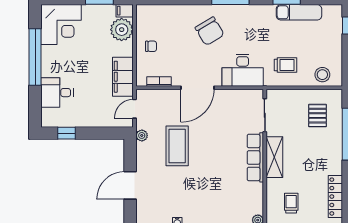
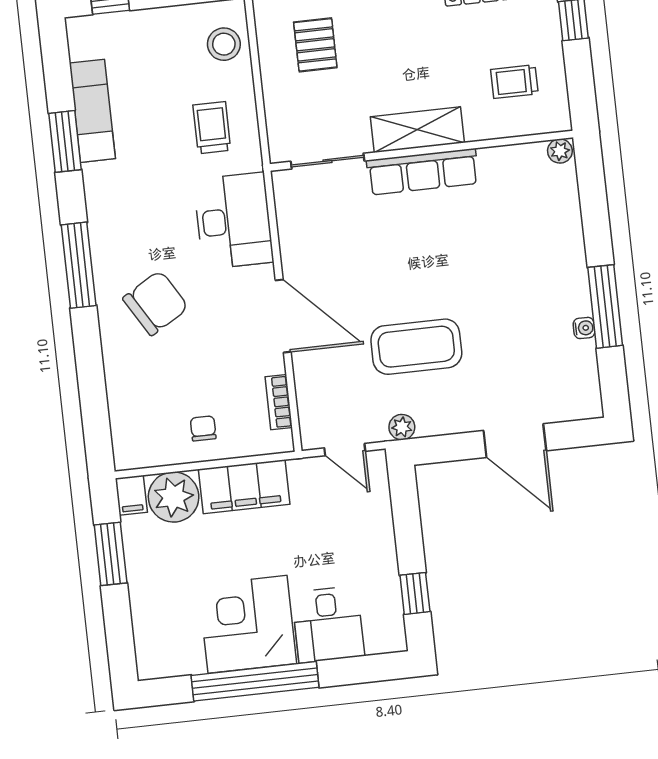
corner desk: (61, 24) -> (247, 624), moved, turned -90
filing cabinet: (123, 77) -> (244, 487), moved
pallet: (318, 116) -> (315, 45), turned 90

